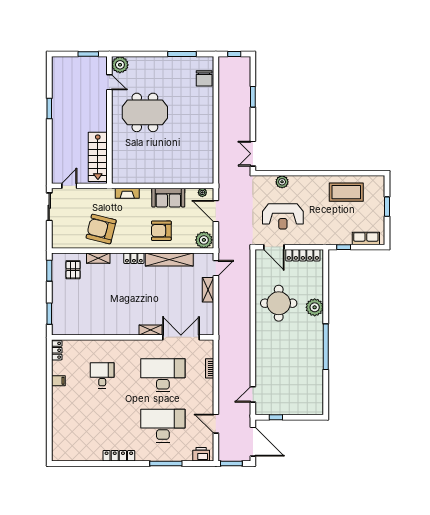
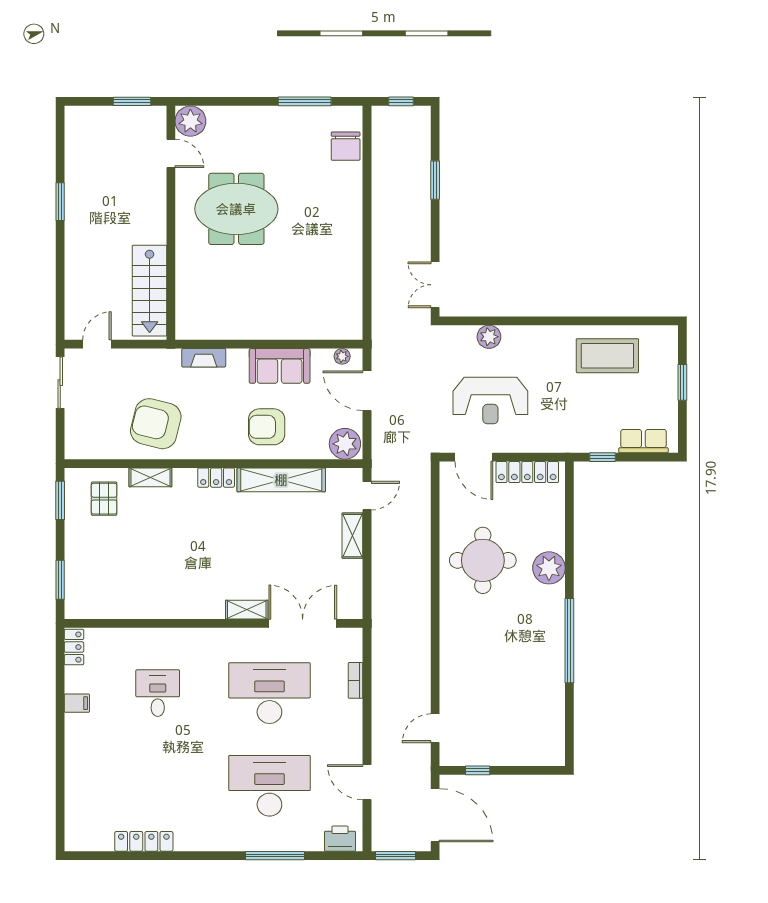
locker: (119, 456) -> (144, 841), moved

